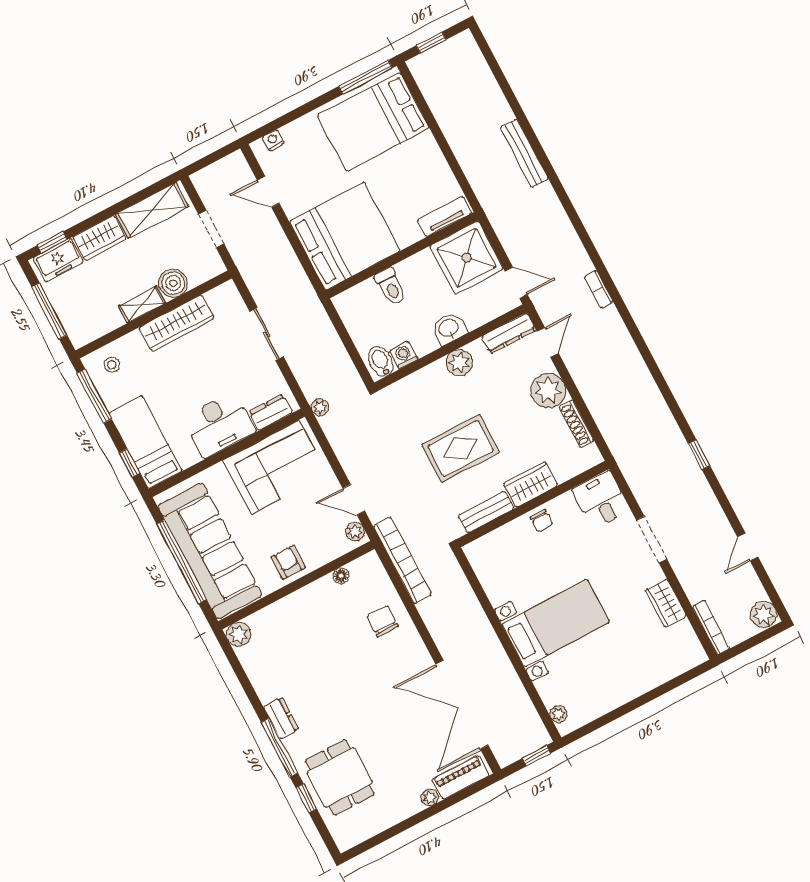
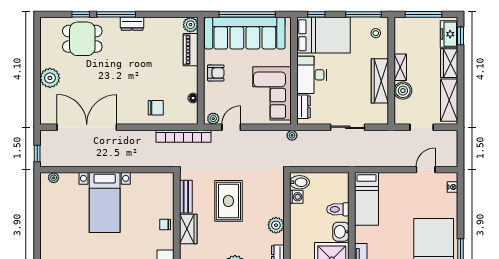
bed: (345, 236) -> (367, 199), width x0.49
washbasin: (449, 329) -> (341, 232), moved, turned 180
bed: (145, 442) -> (323, 35), width x1.50
piano: (461, 777) -> (191, 50), moved, turned 180
plant: (430, 797) -> (50, 78), width x1.87, depth x1.87

